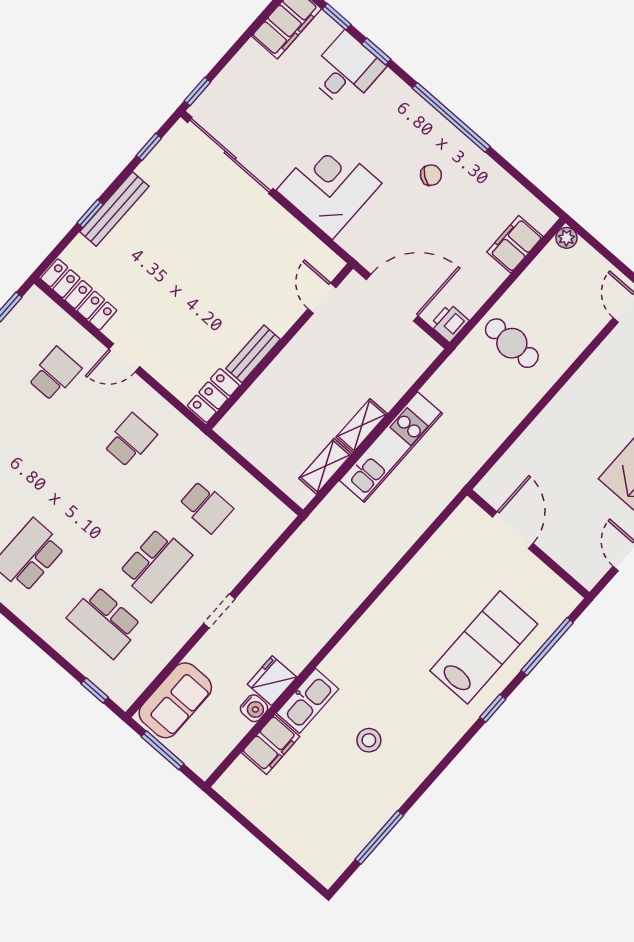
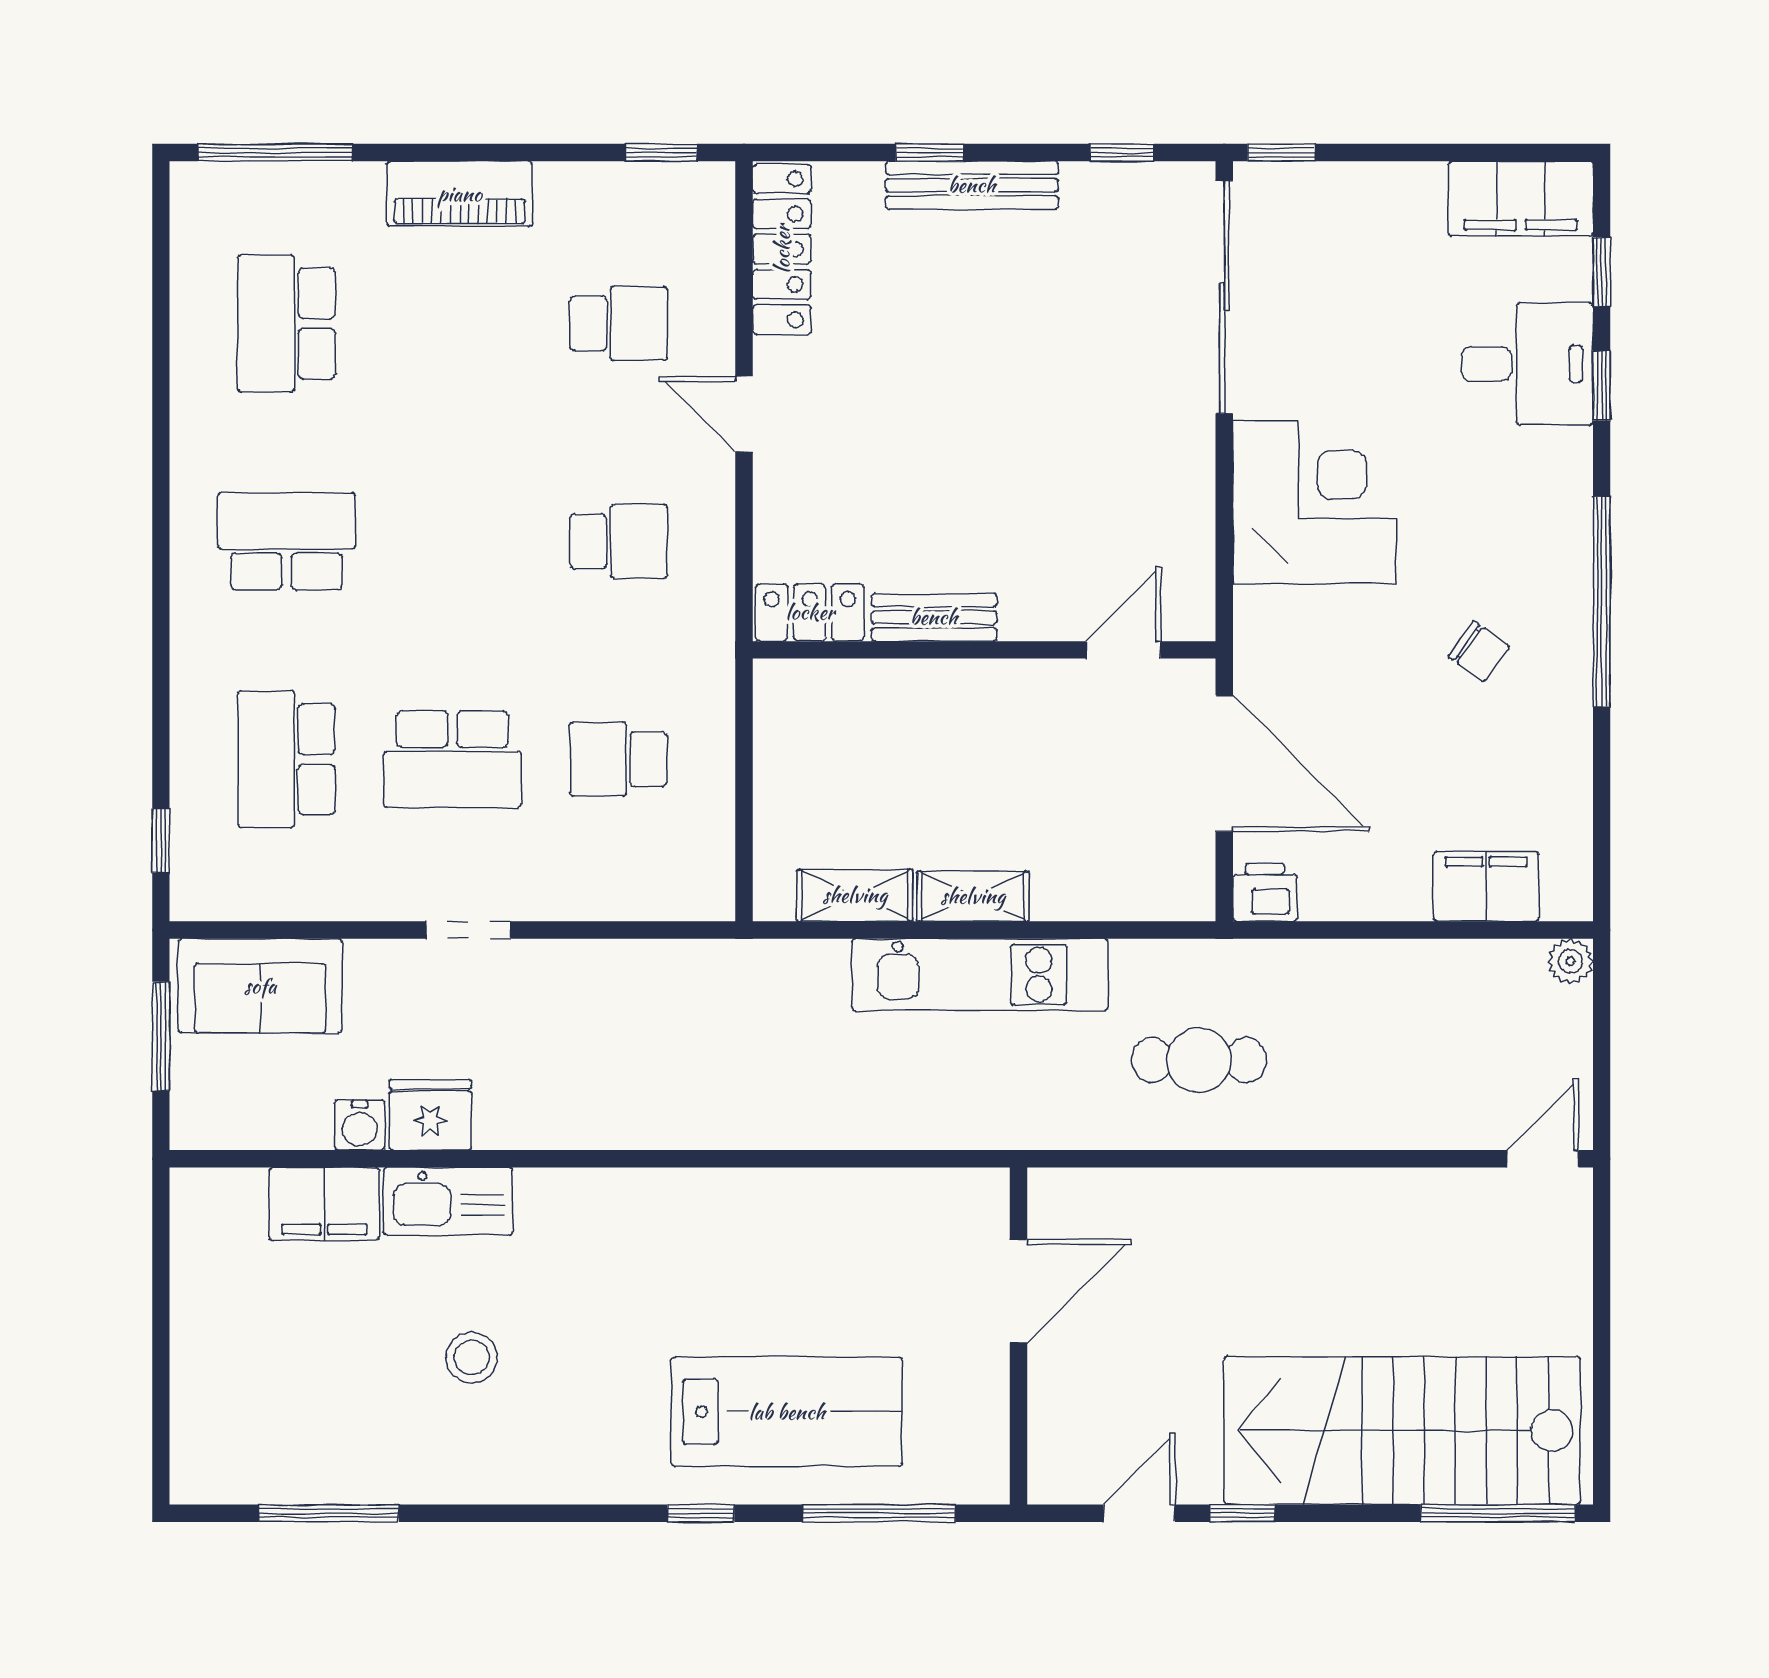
cafe table: (512, 343) -> (1199, 1060), moved, turned 90
school desk: (206, 507) -> (618, 759), turned 90

